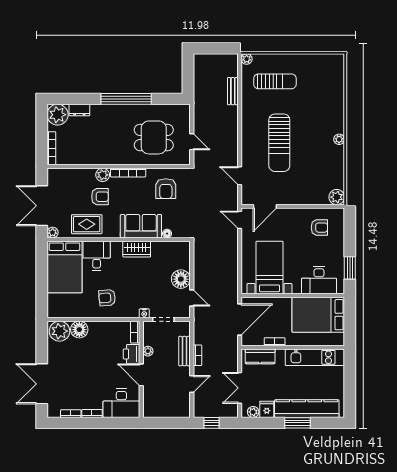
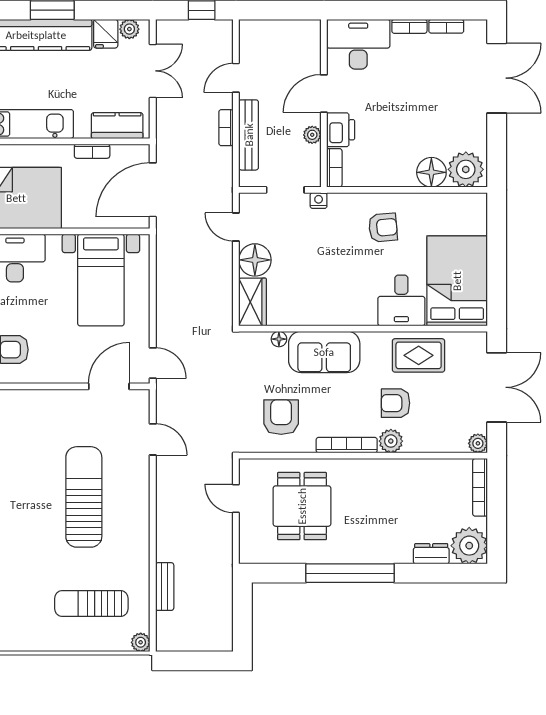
dining table: (154, 137) -> (302, 506), turned 90
plant: (53, 233) -> (478, 443), moved
wardrobe: (137, 249) -> (253, 302), moved, turned 90
bench: (184, 351) -> (249, 135), width x1.36
door: (141, 375) -> (324, 93), swing flipped

